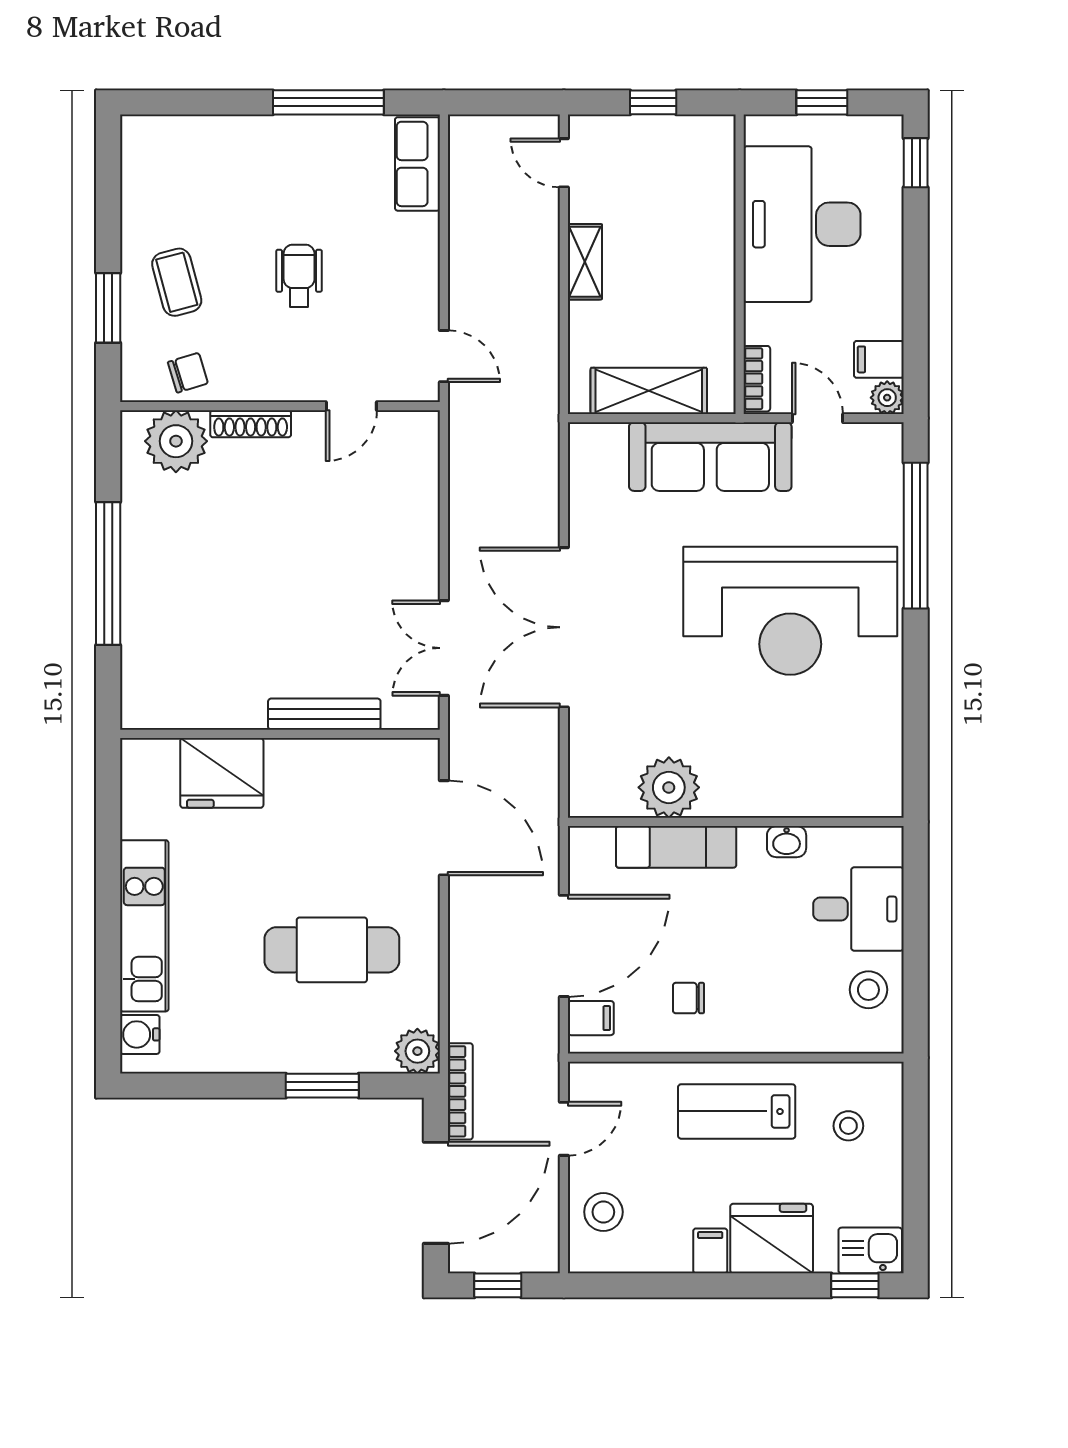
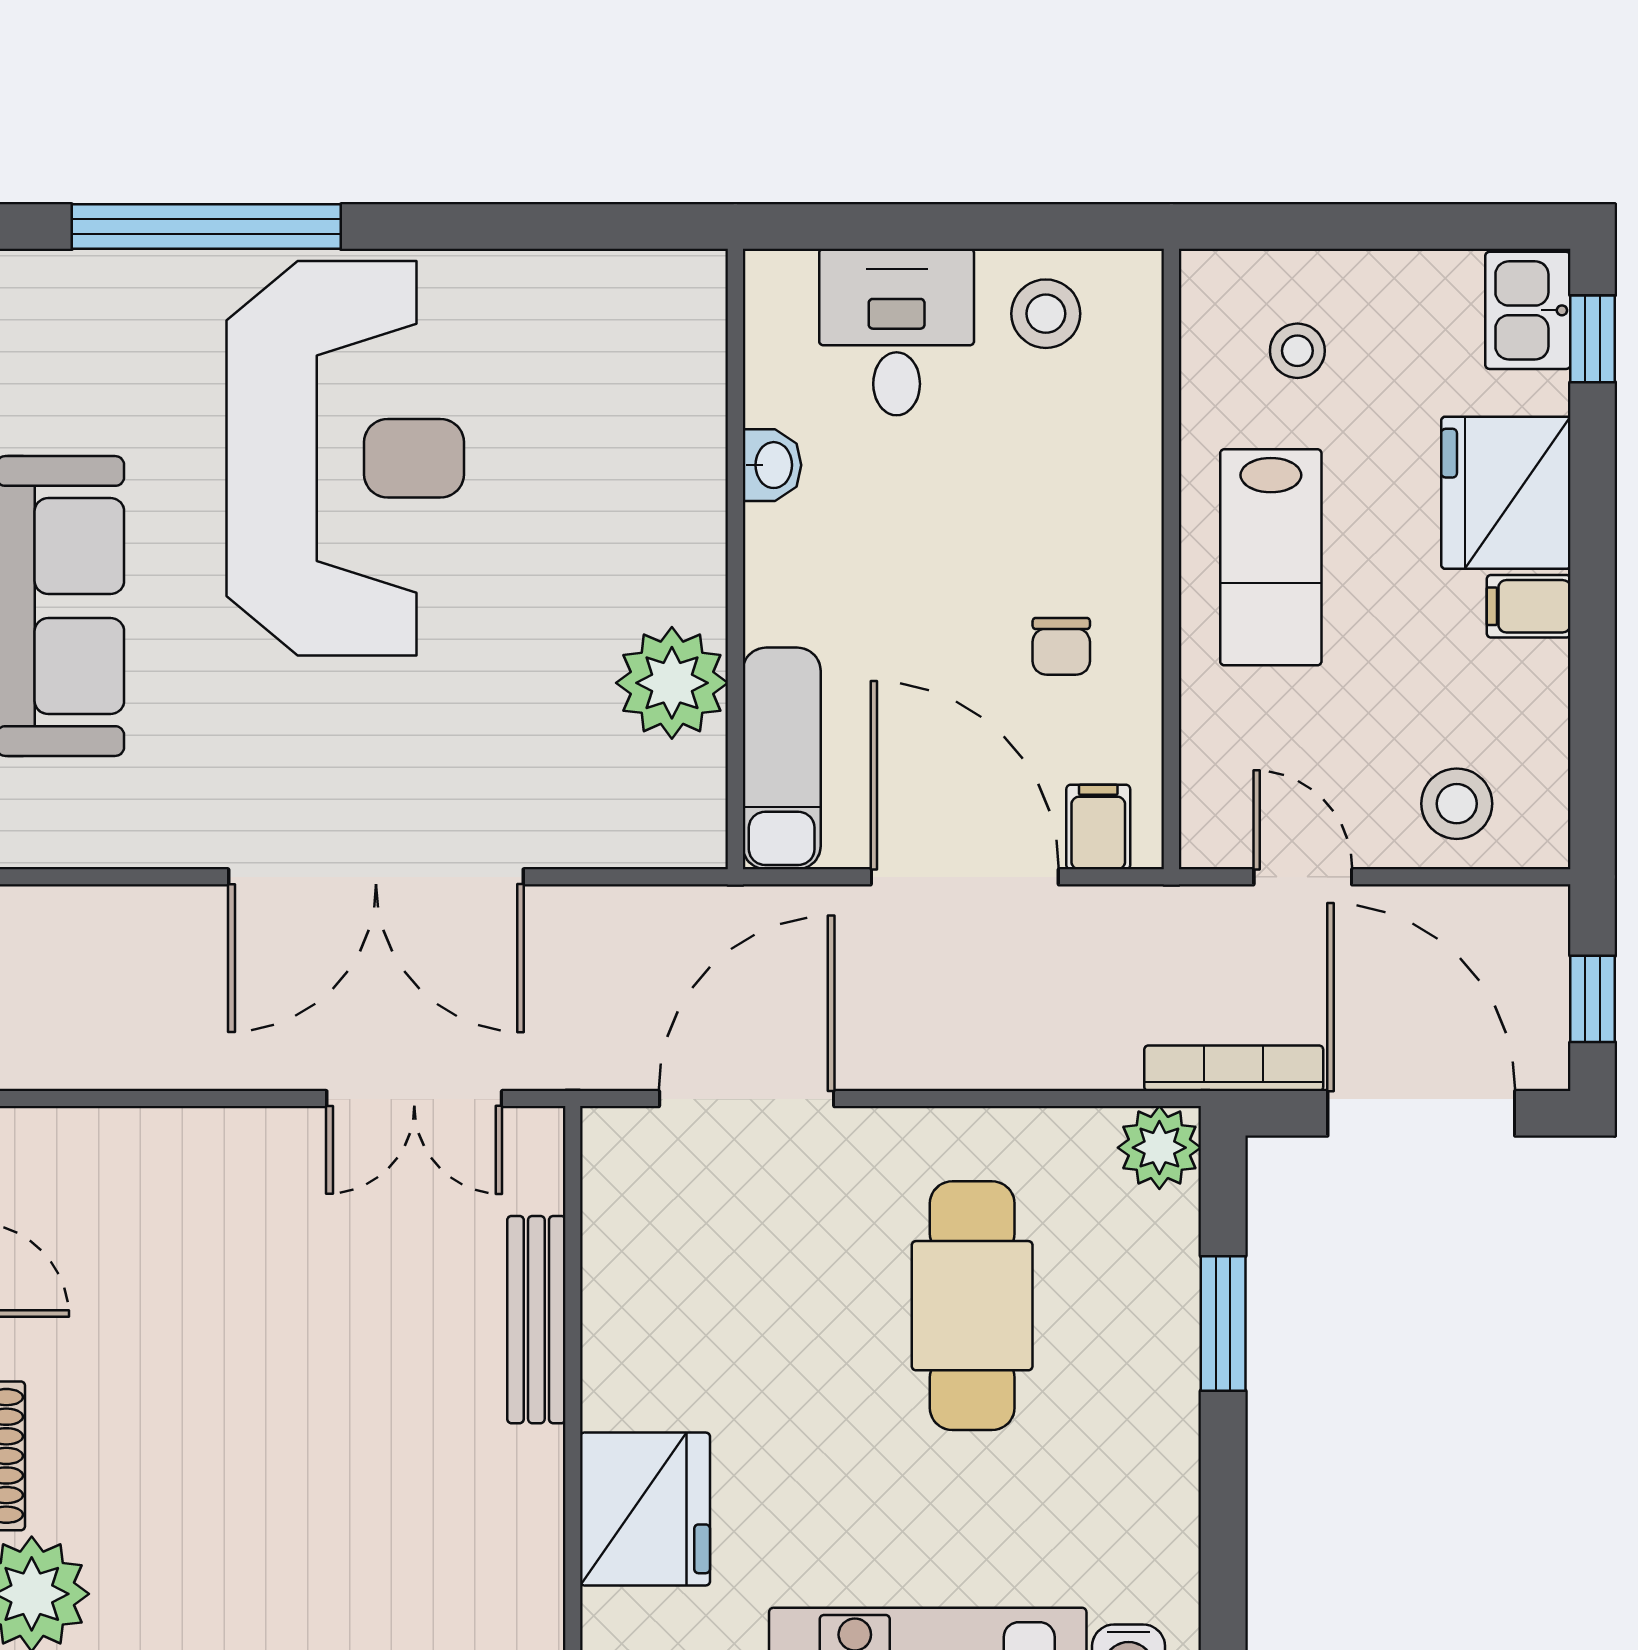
exam couch: (676, 847) -> (782, 758), moved

